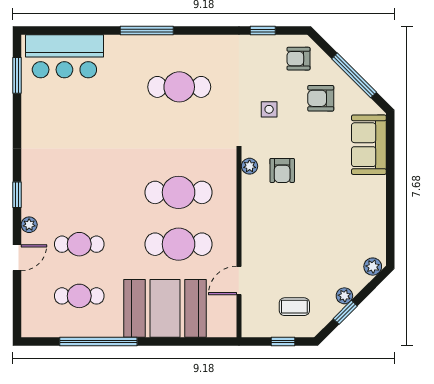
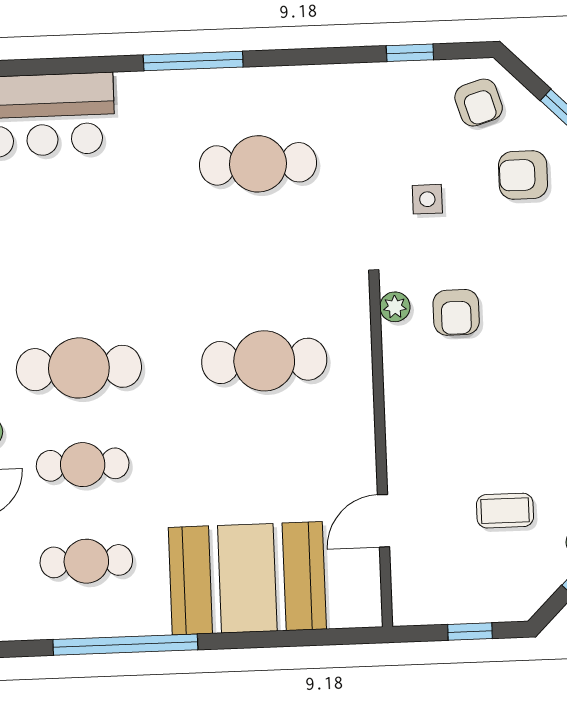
armchair: (298, 59) -> (479, 103), turned -107
cafe table: (179, 244) -> (79, 368), moved
coffee table: (294, 307) -> (505, 511), moved

